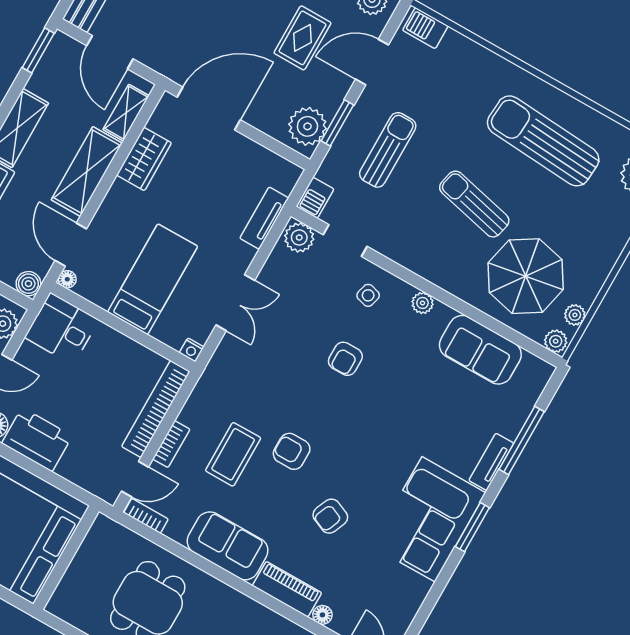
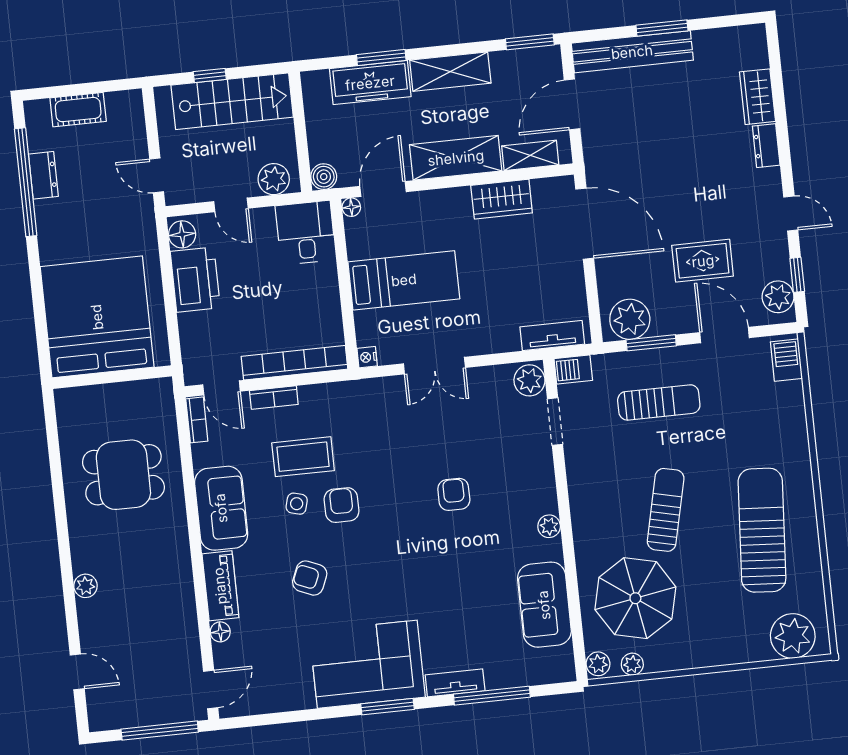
tv unit: (264, 218) -> (552, 336), moved
side table: (368, 295) -> (297, 504), moved
armchair: (345, 359) -> (454, 494), turned 90

